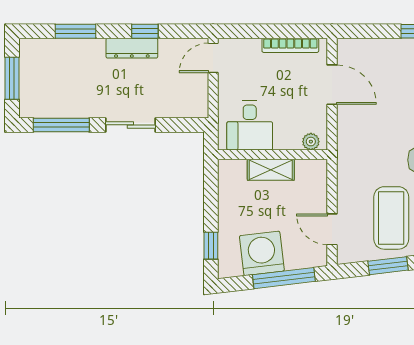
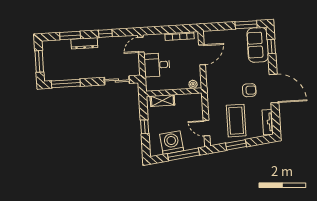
dresser: (132, 48) -> (84, 43), moved
door: (332, 85) -> (202, 55), hinge flipped
sliding door: (130, 125) -> (117, 80), moved
desk: (250, 126) -> (157, 65), moved, turned 90
shelving: (271, 170) -> (162, 101), moved
window: (211, 246) -> (145, 127), moved

